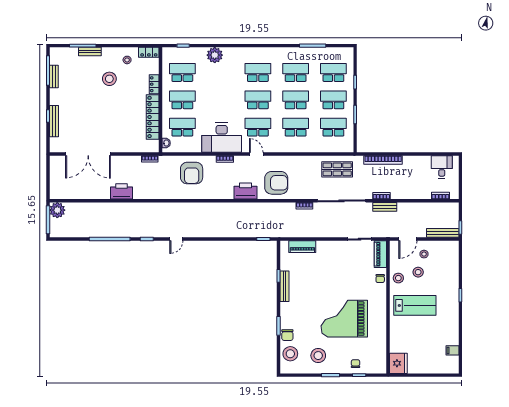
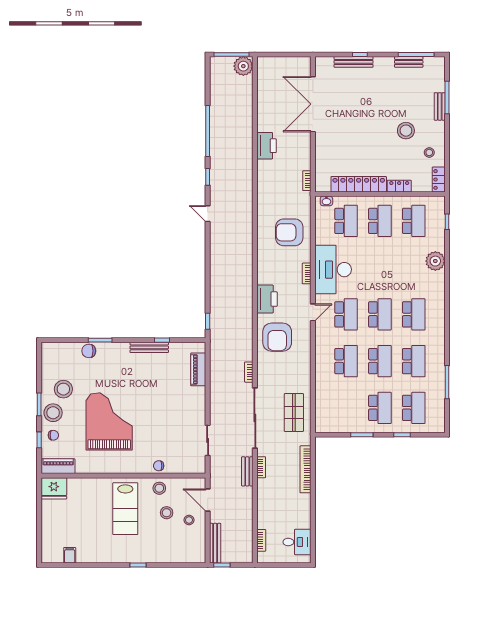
school desk: (333, 127) -> (346, 408), removed
piano: (380, 254) -> (58, 466), moved
stool: (290, 354) -> (53, 413), moved

